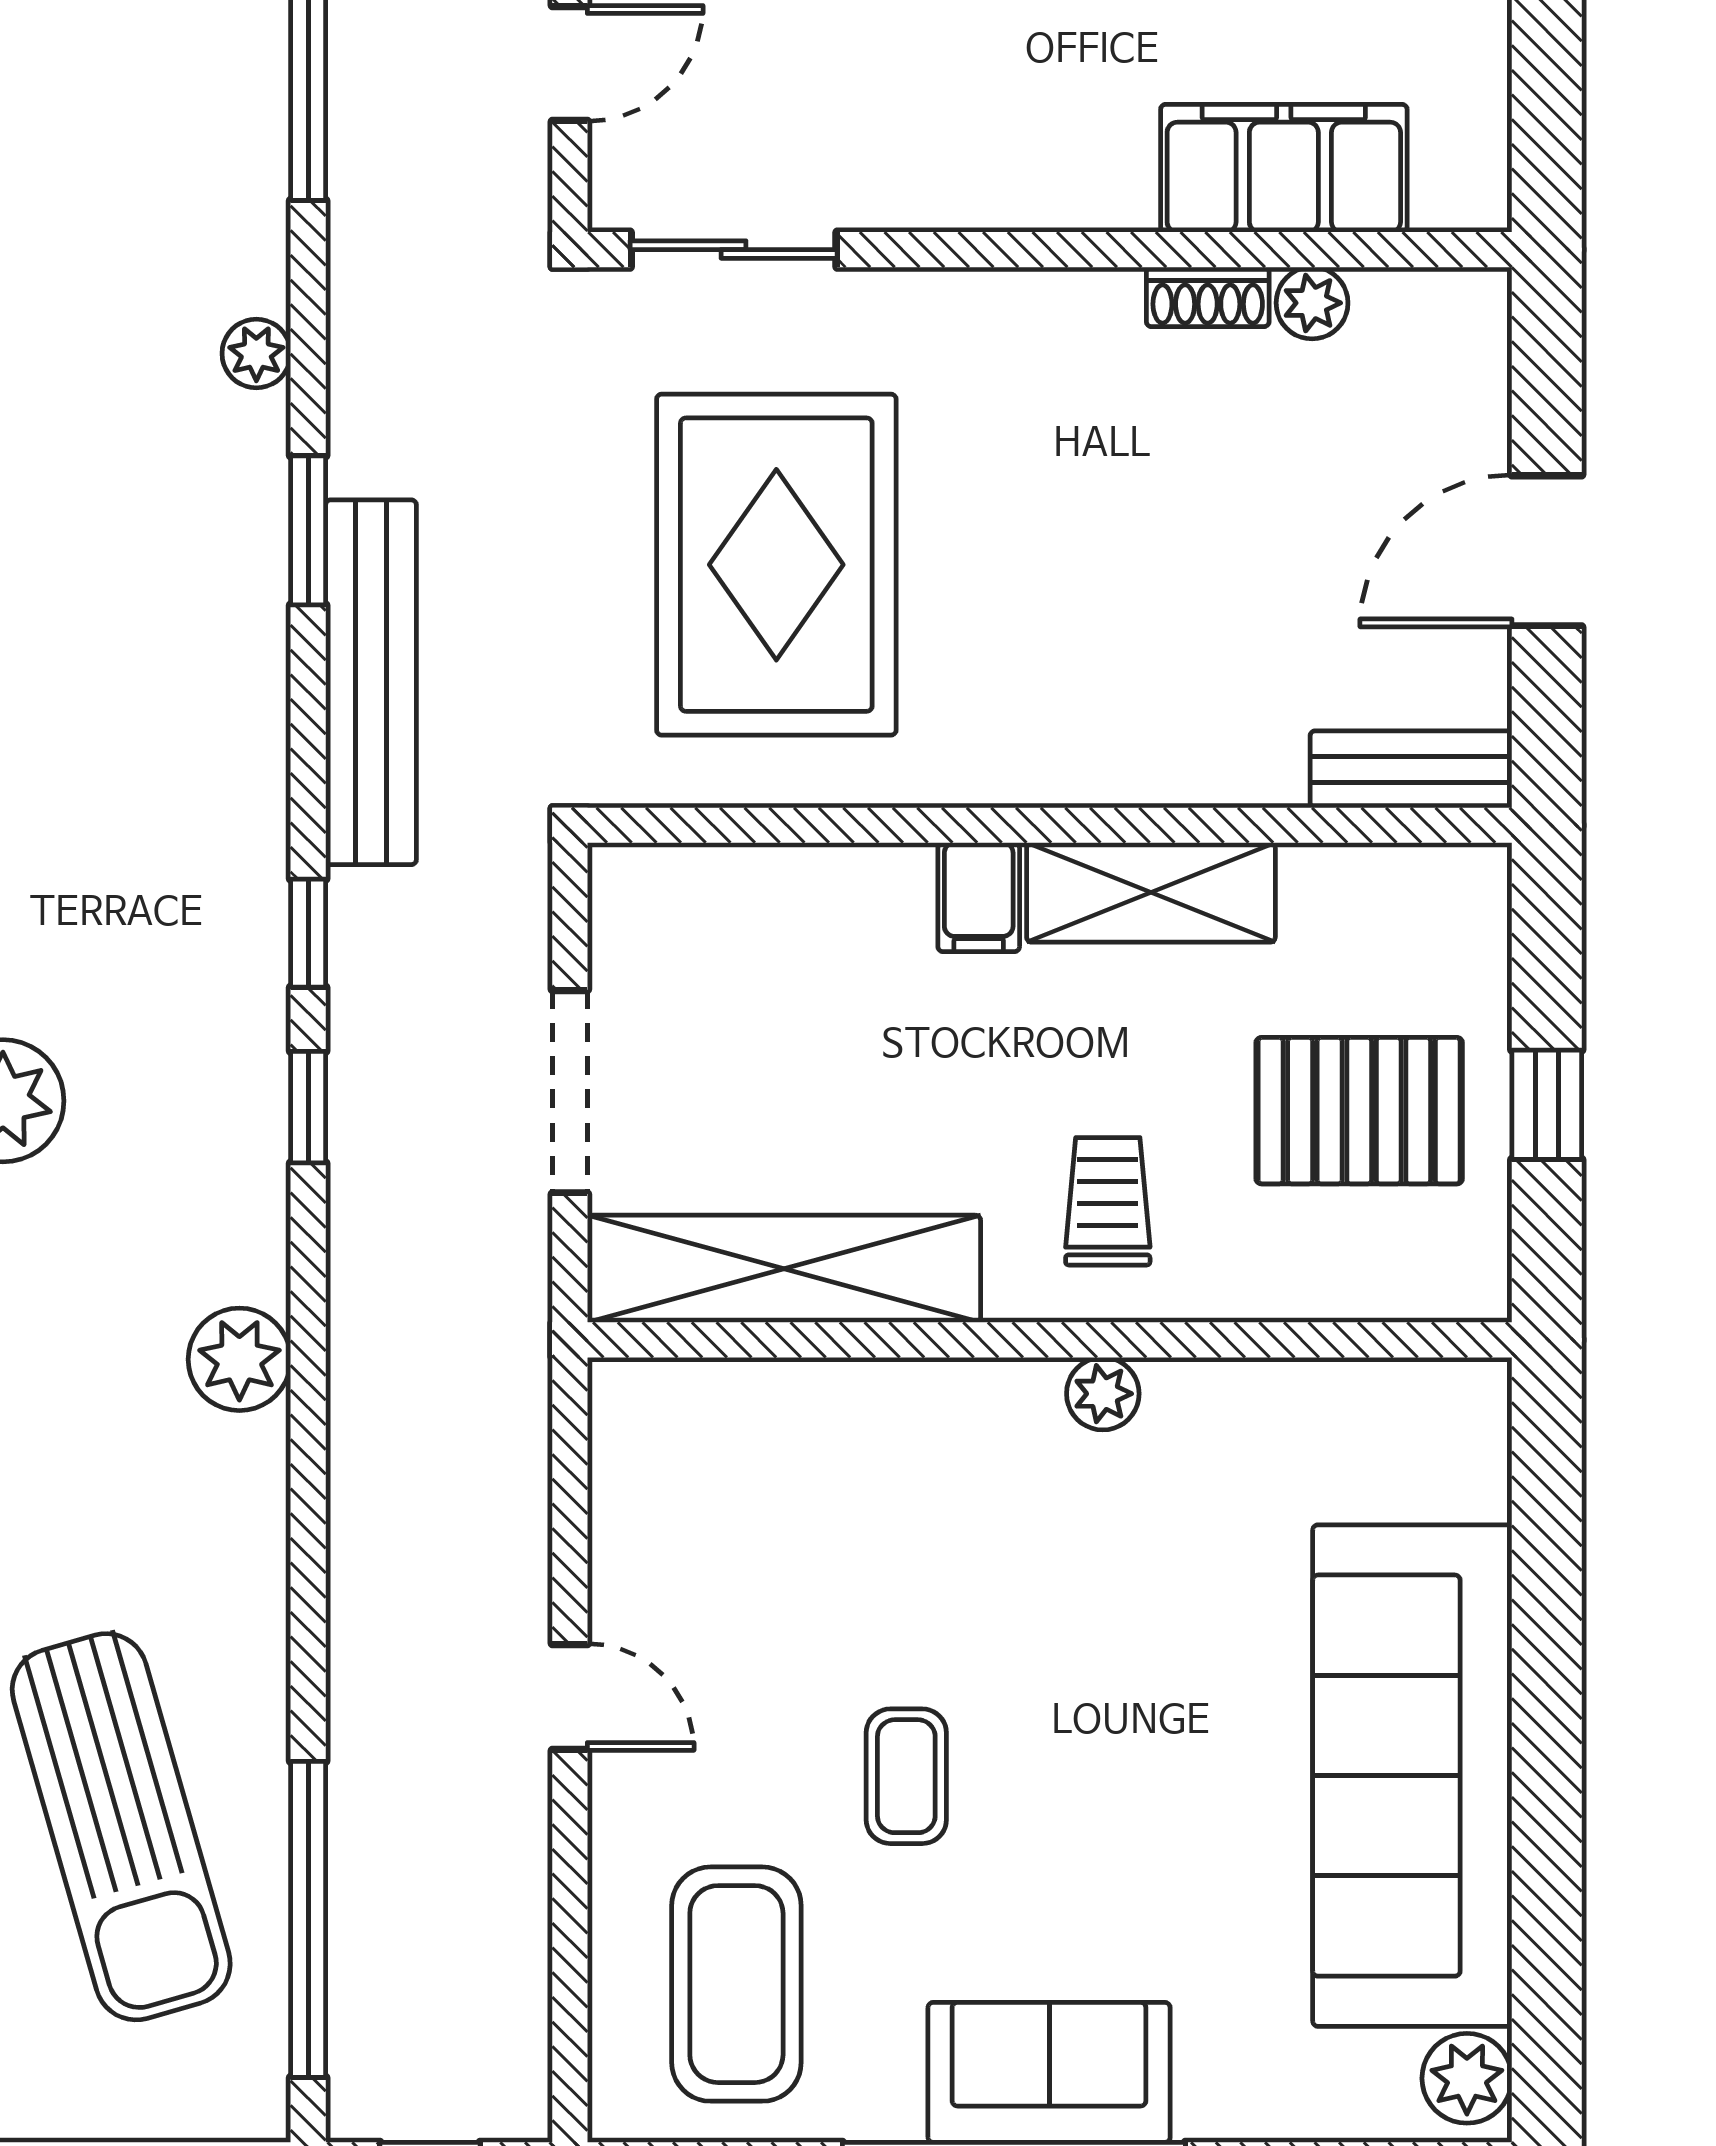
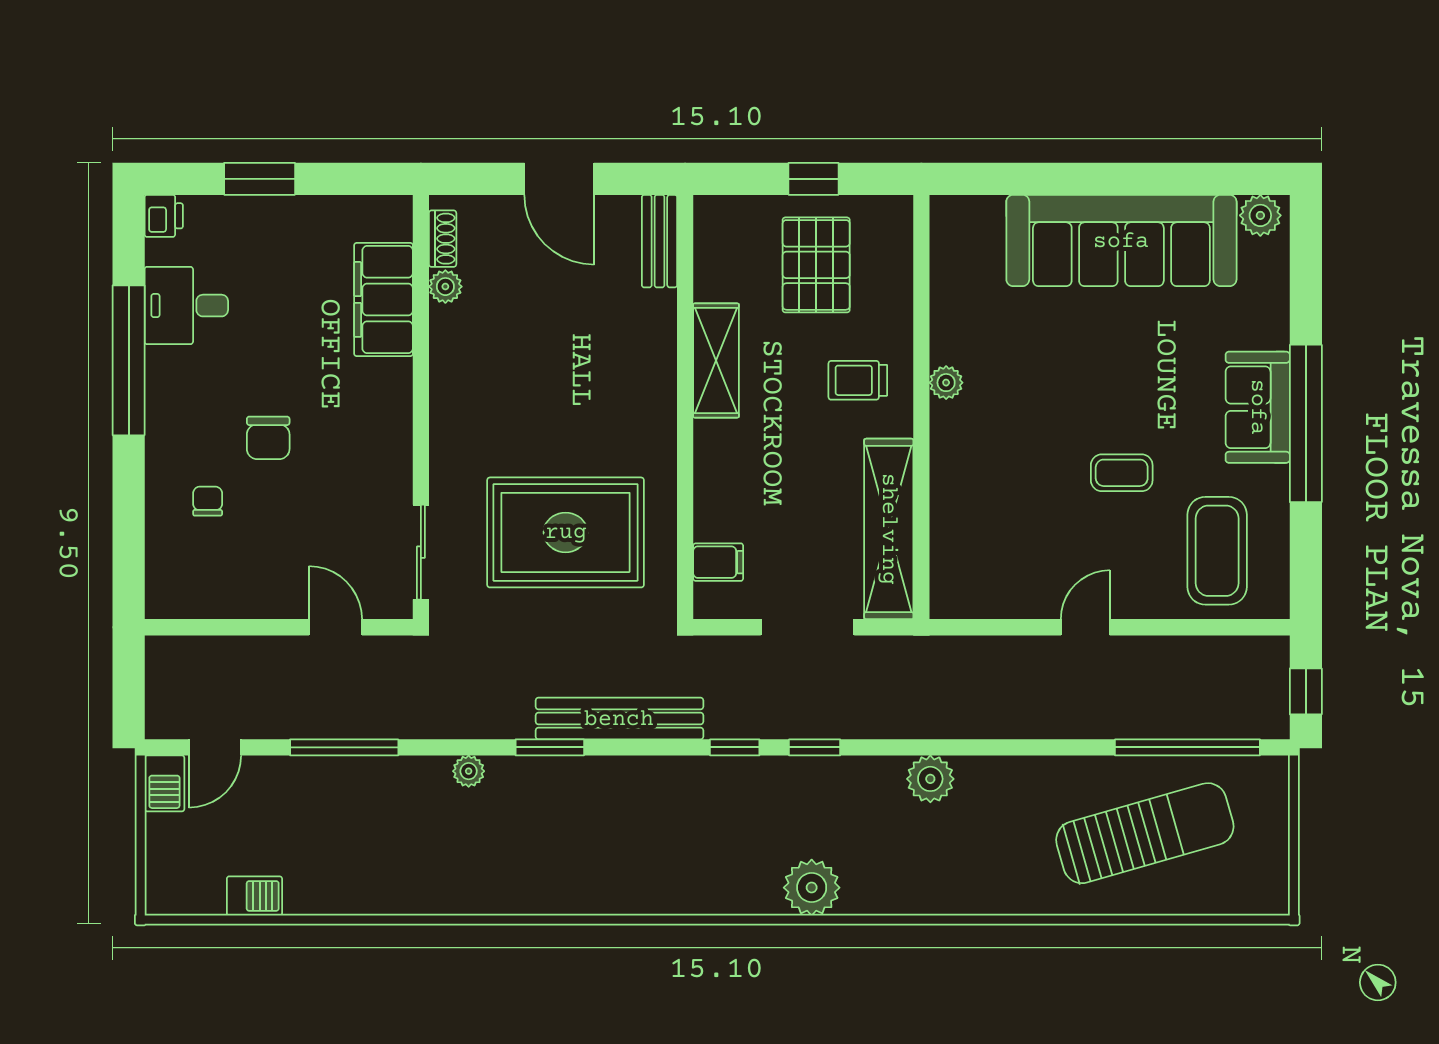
shoe rack: (1208, 297) -> (443, 239), moved
filing cabinet: (979, 897) -> (718, 562), moved
coffee table: (736, 1984) -> (1217, 551), turned 90

